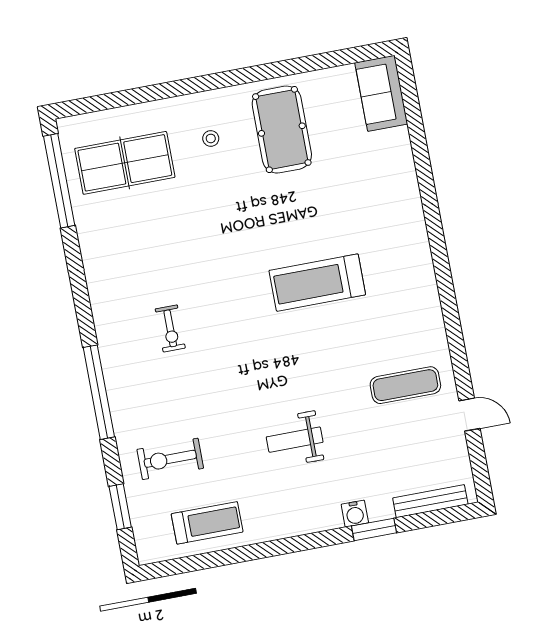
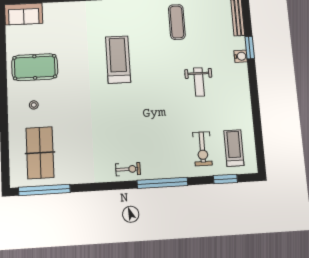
treadmill: (317, 283) -> (118, 59), turned 180
exercise bike: (170, 328) -> (128, 169), moved
treadmill: (207, 523) -> (234, 148), moved

